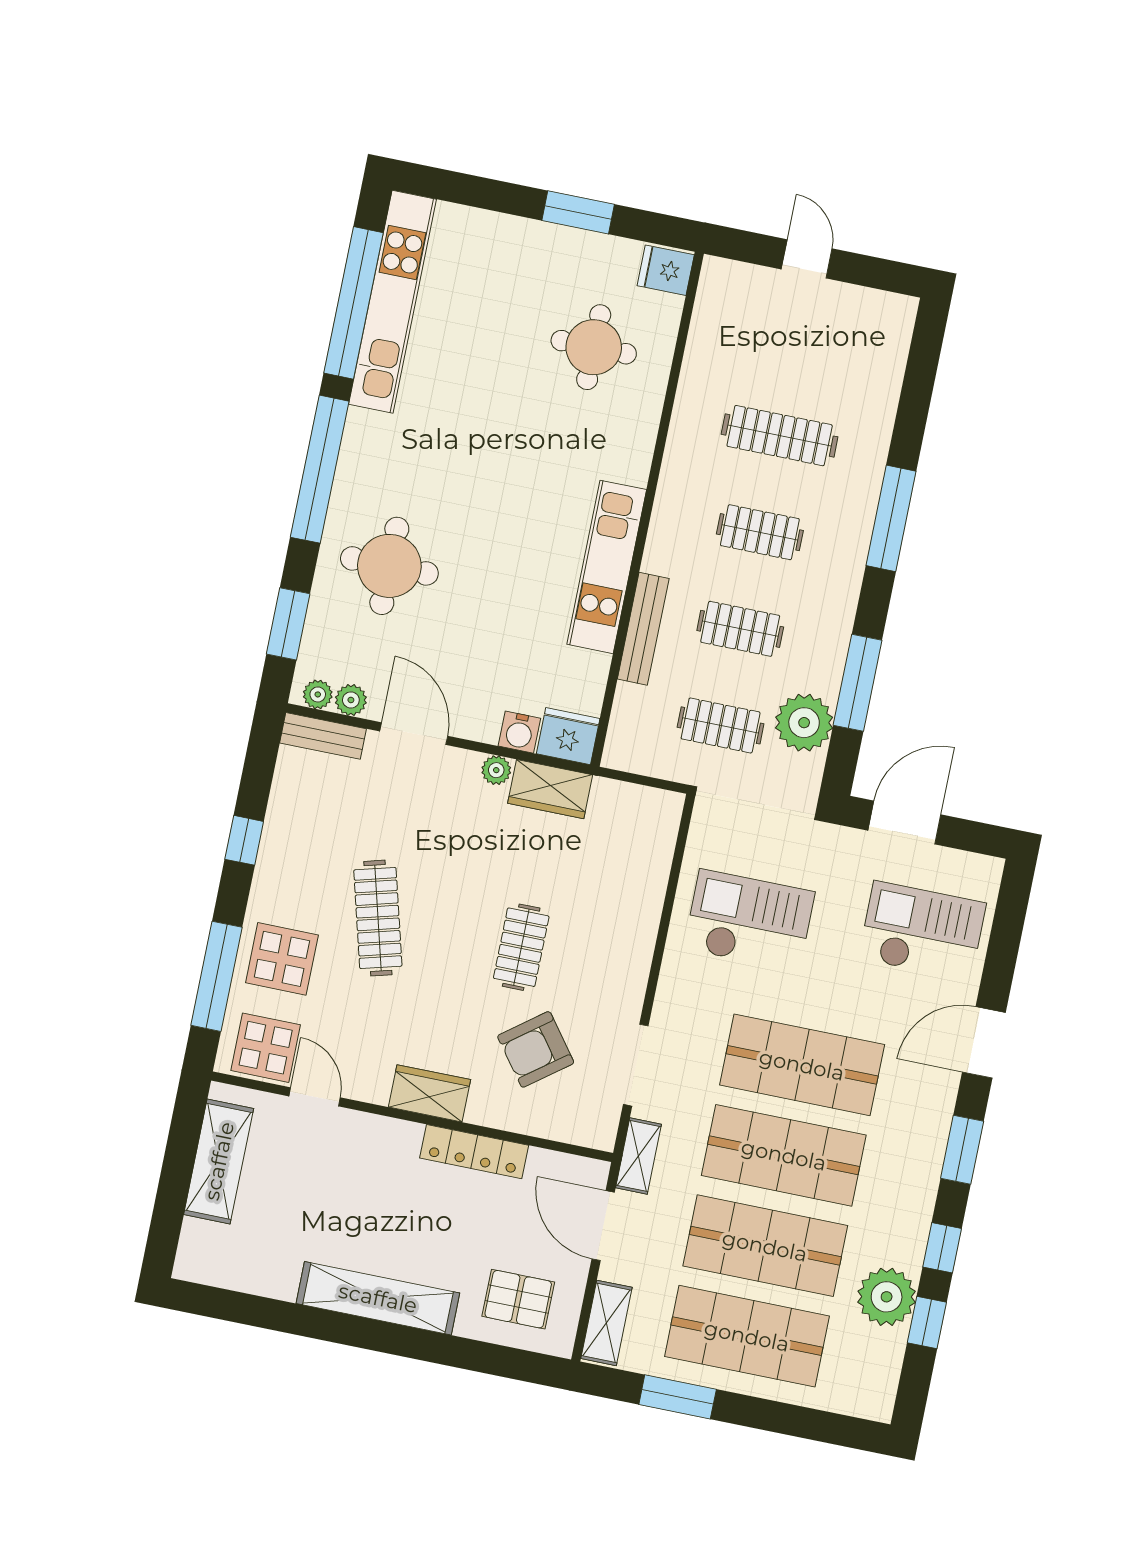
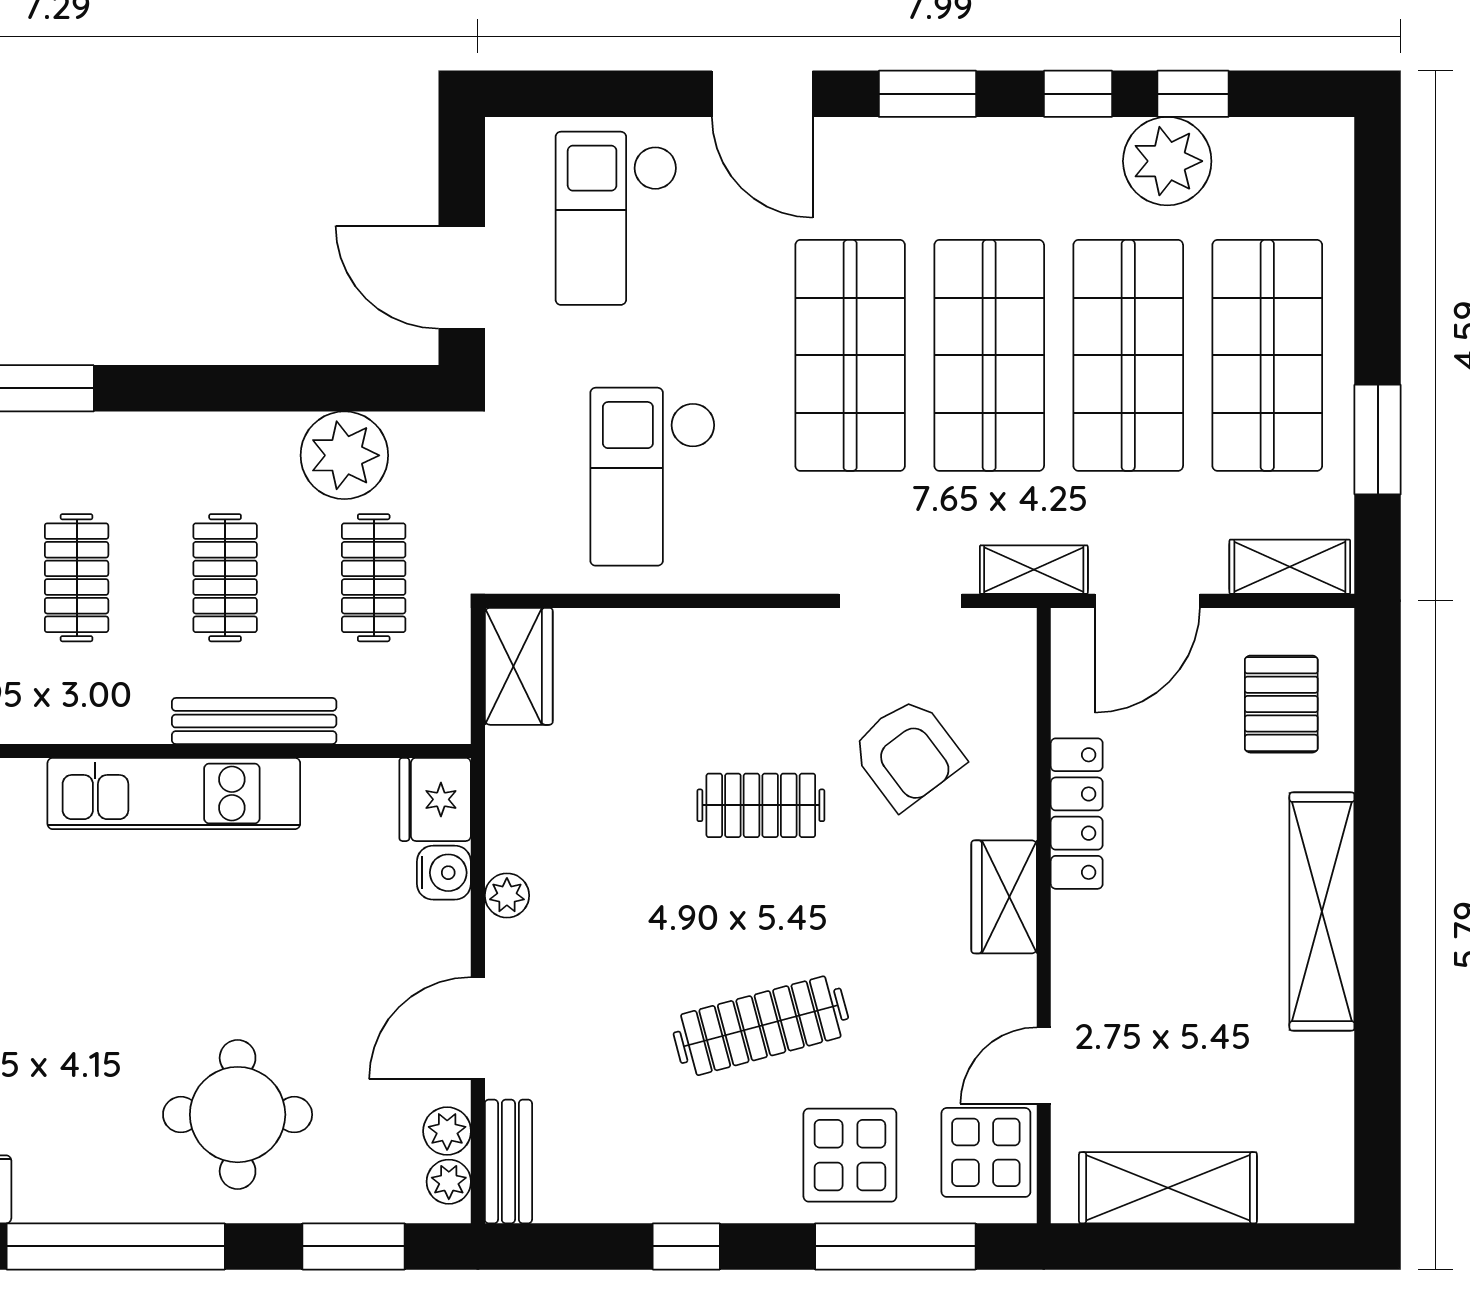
window: (858, 683) -> (269, 388), removed
wardrobe: (550, 789) -> (519, 666), moved

